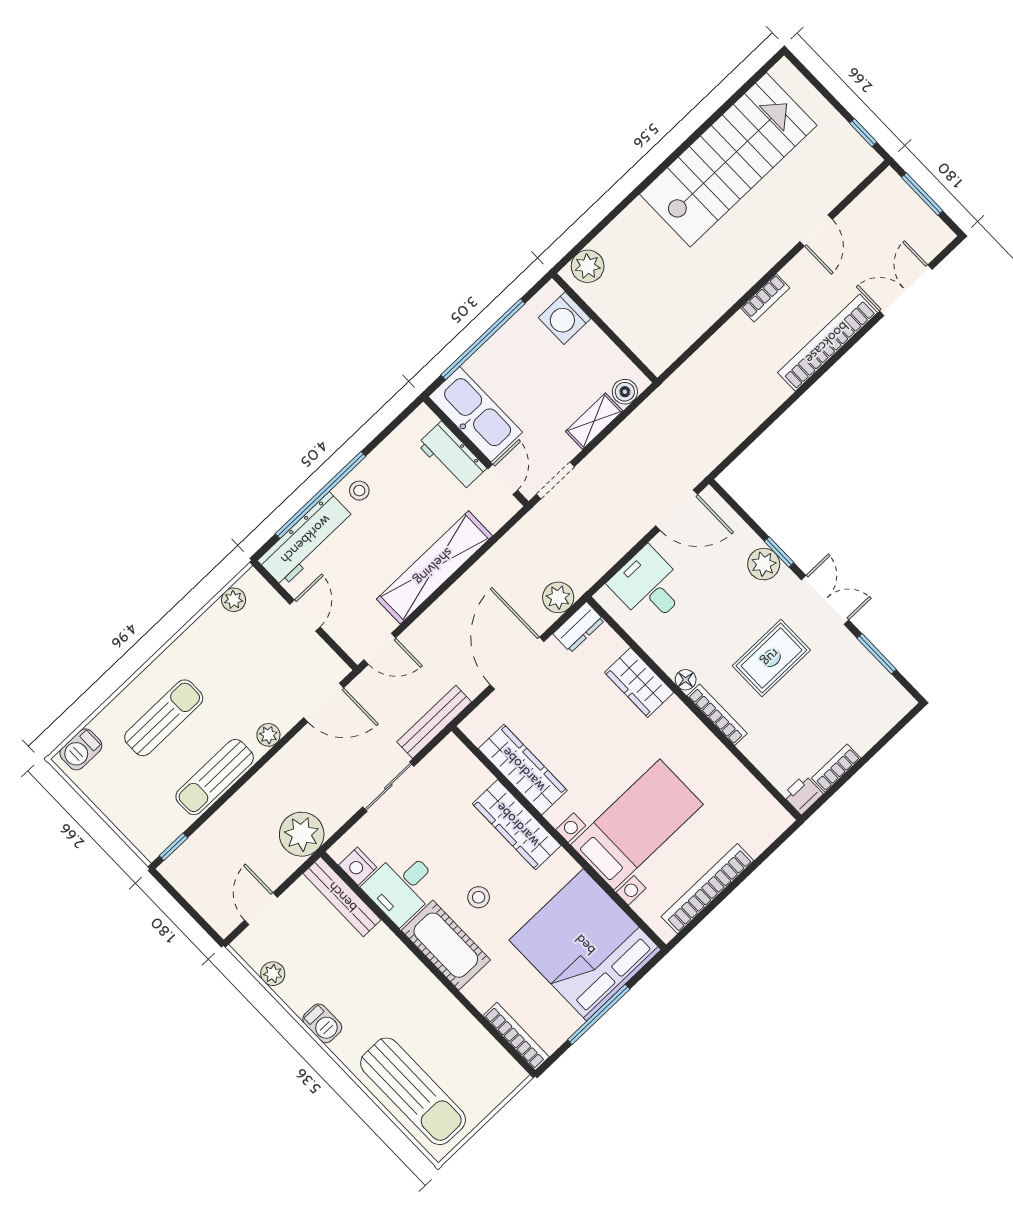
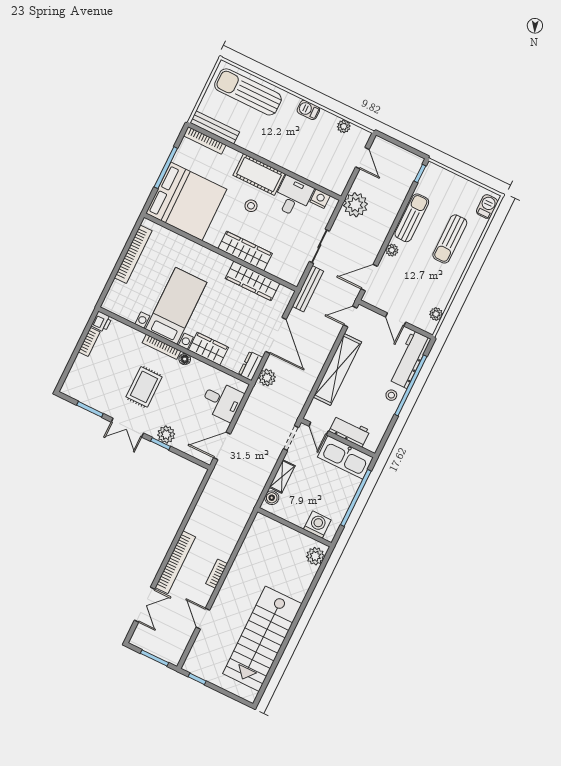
bed with nightstands: (637, 825) -> (176, 306), moved, turned 180
bench: (342, 897) -> (215, 127), moved

